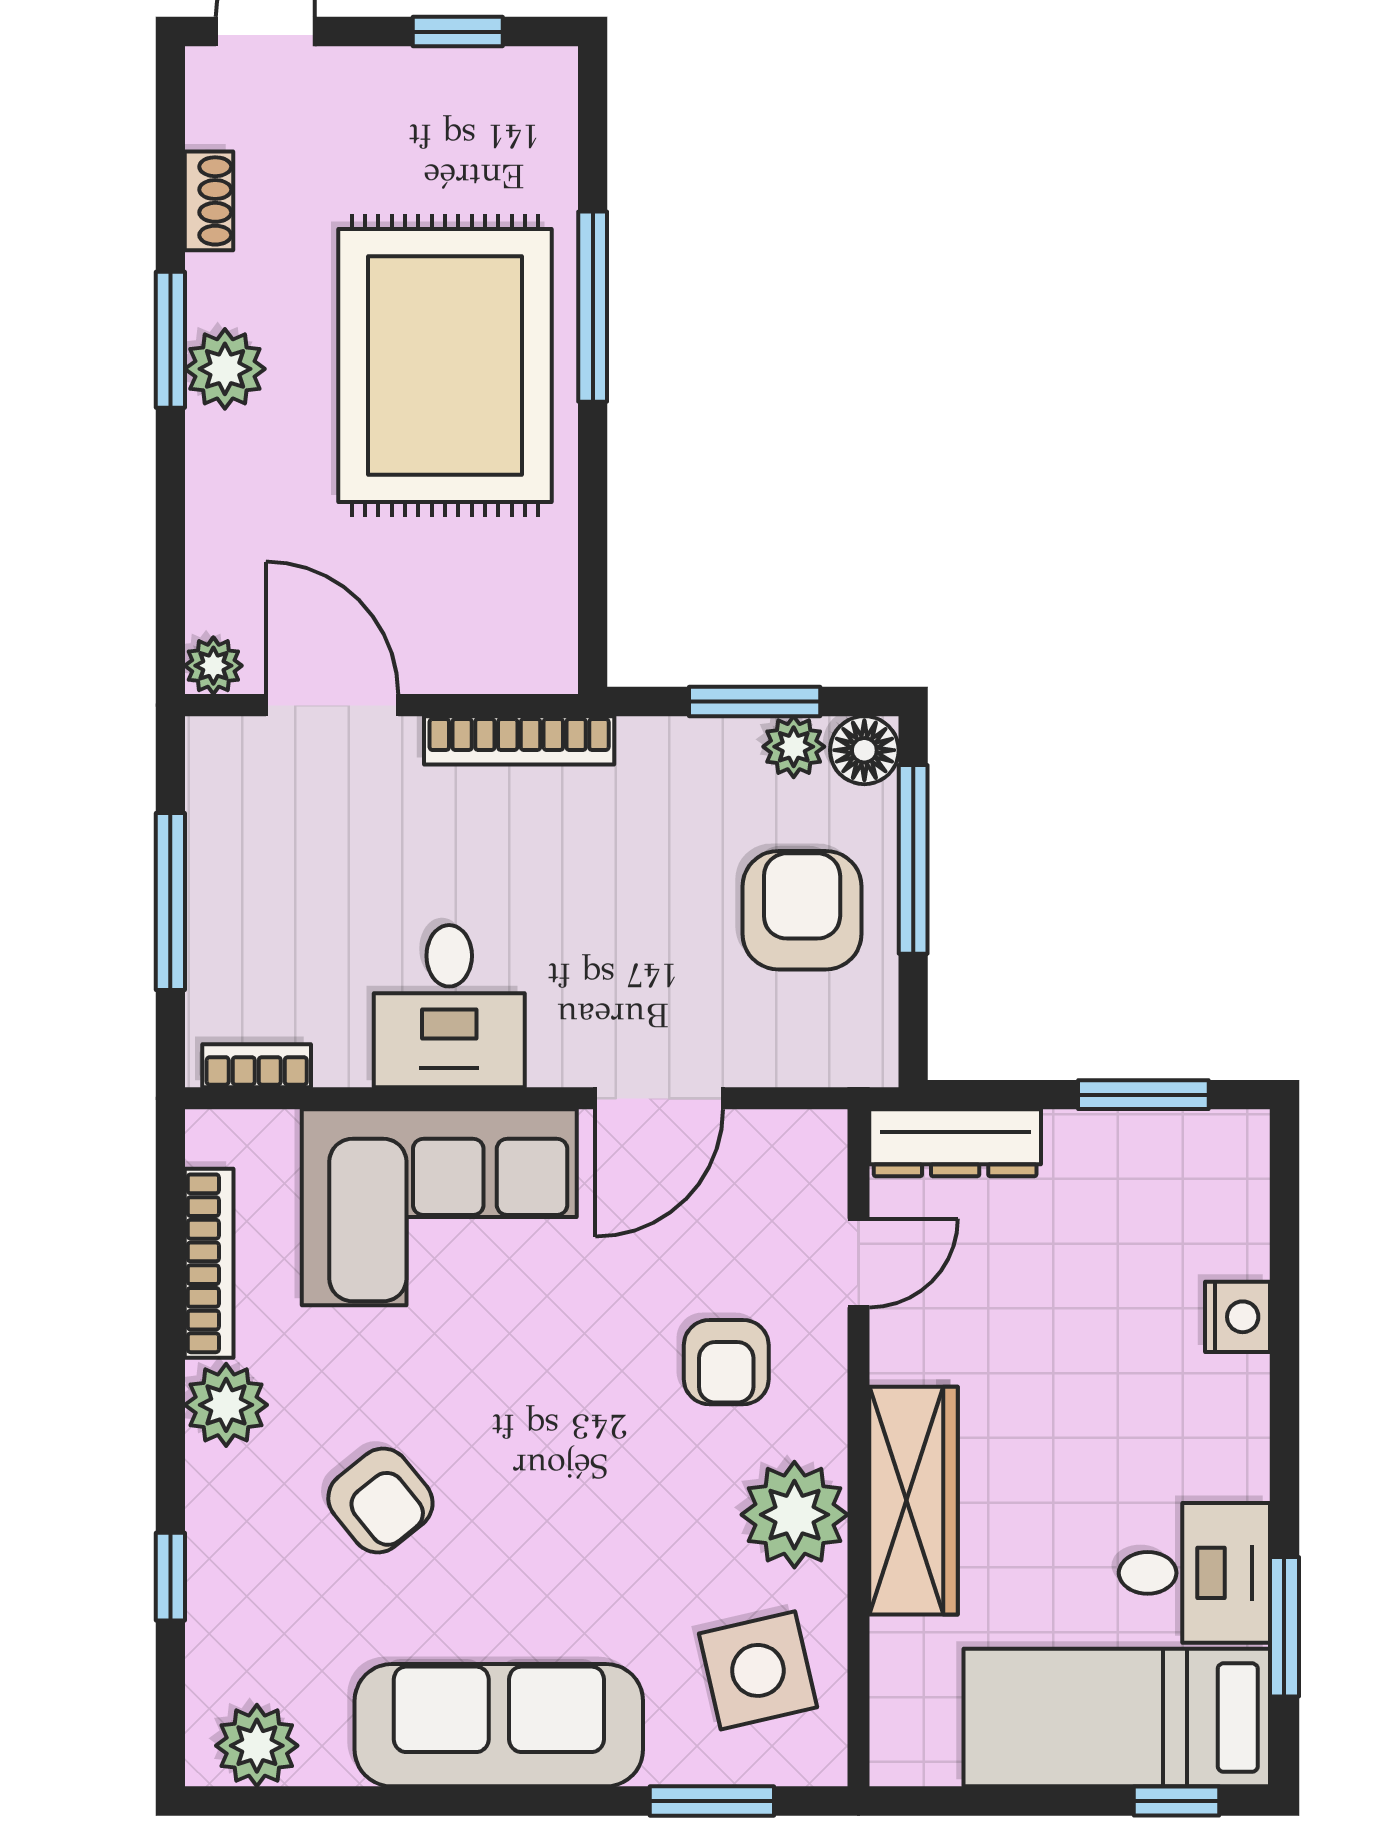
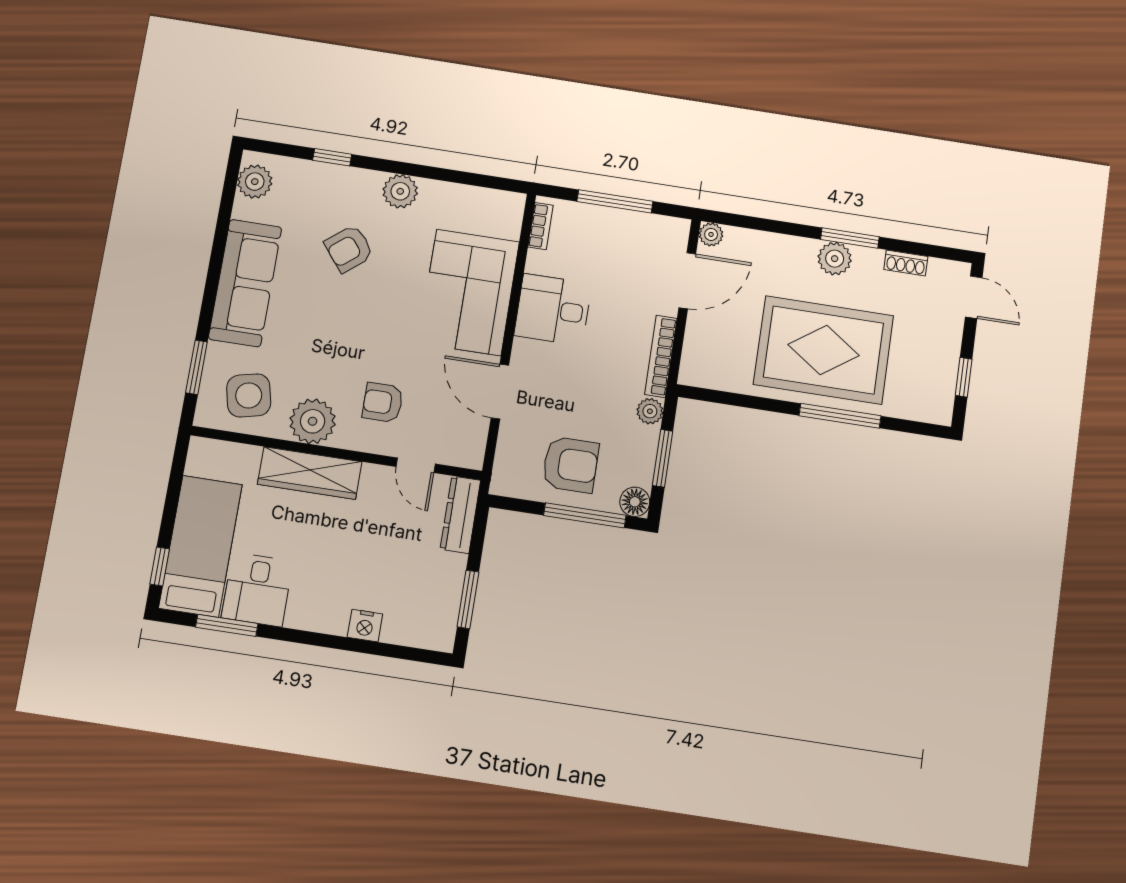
plant: (794, 747) -> (650, 411), moved
bookcase: (209, 1263) -> (461, 194), removed

